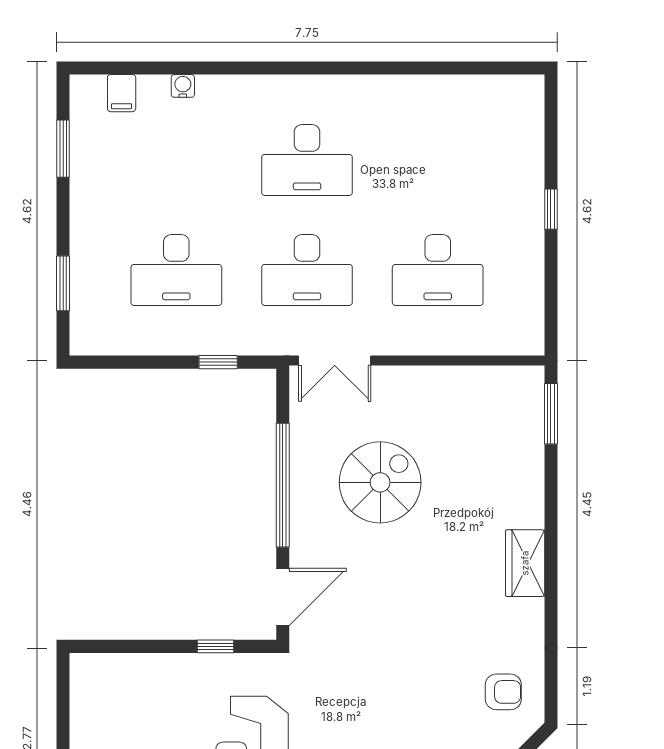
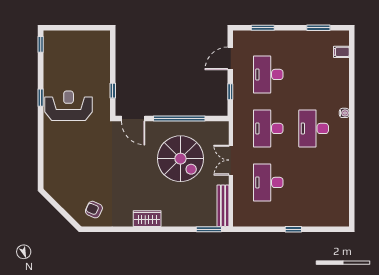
water cooler: (183, 86) -> (344, 113), moved
double door: (335, 360) -> (231, 160), moved
door: (137, 362) -> (230, 58), added
bench: (494, 379) -> (223, 206), added
spiral stairs: (380, 482) -> (180, 159), width x1.37, depth x1.37
armchair: (503, 692) -> (94, 210), turned 114

